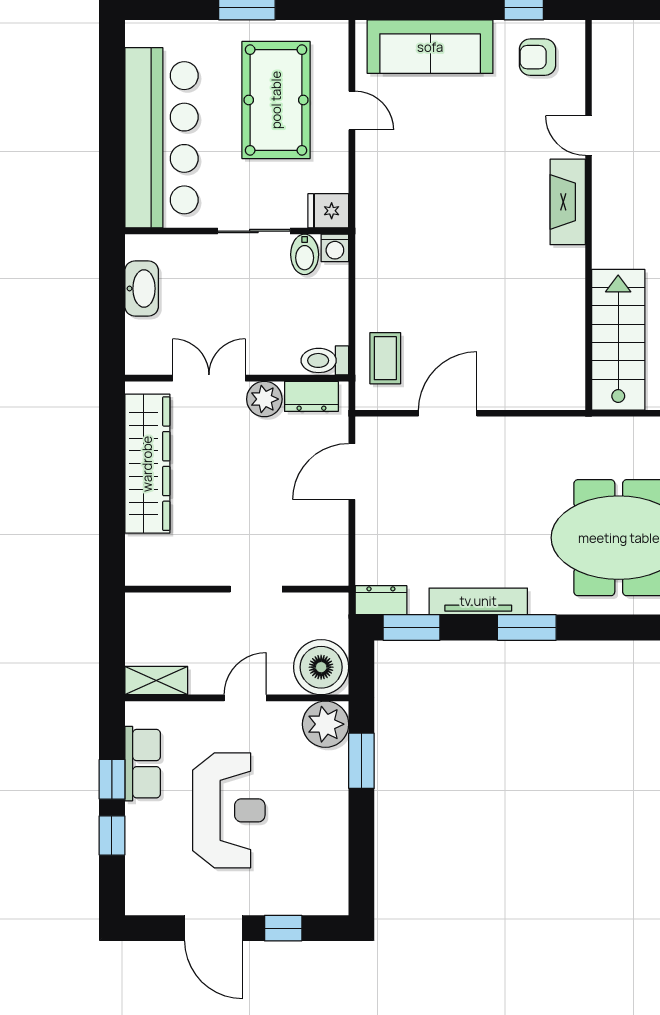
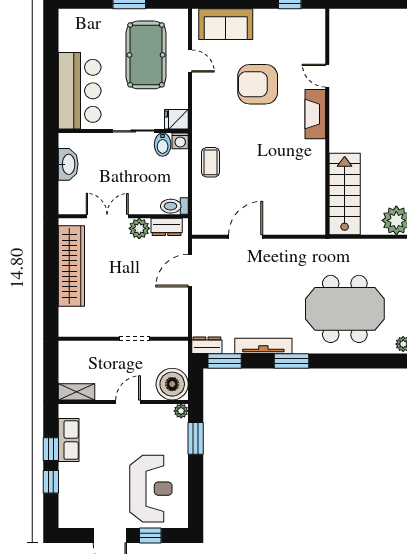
sofa: (430, 47) -> (226, 24), width x0.73
armchair: (537, 57) -> (258, 84), moved, width x1.88, depth x1.88
bar counter: (161, 138) -> (80, 91), width x0.73
coffee table: (385, 358) -> (210, 162), moved
plant: (326, 724) -> (181, 411), width x0.53, depth x0.53
reception desk: (229, 810) -> (151, 489), moved

